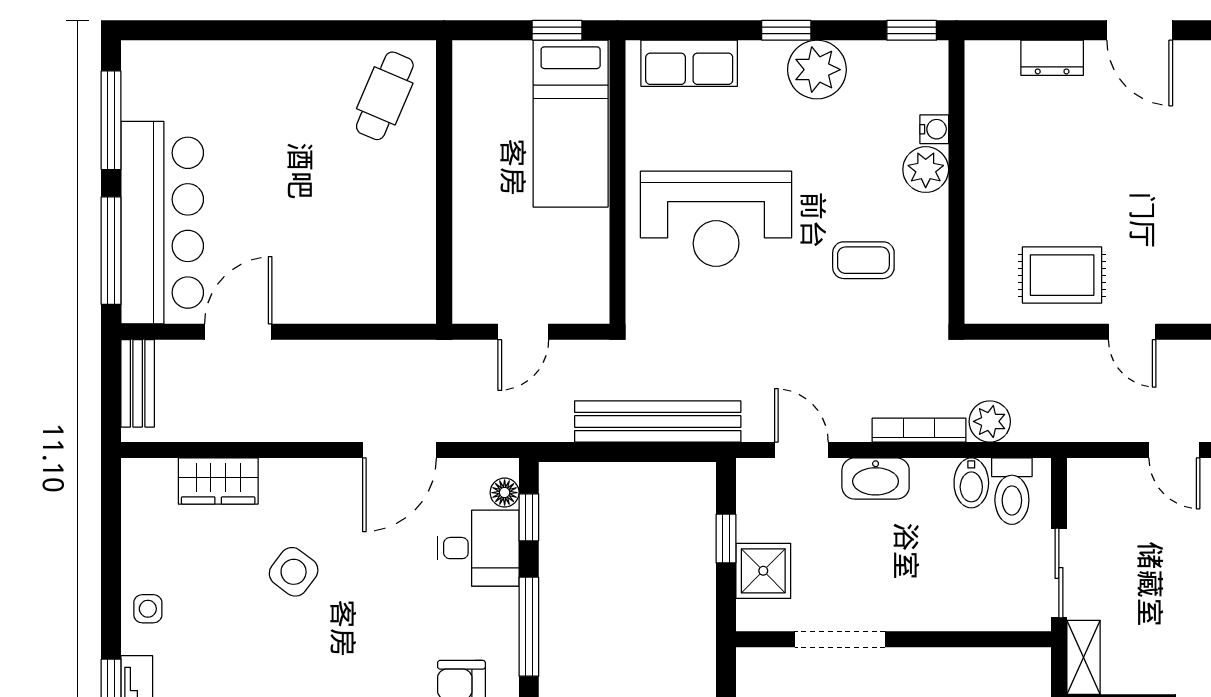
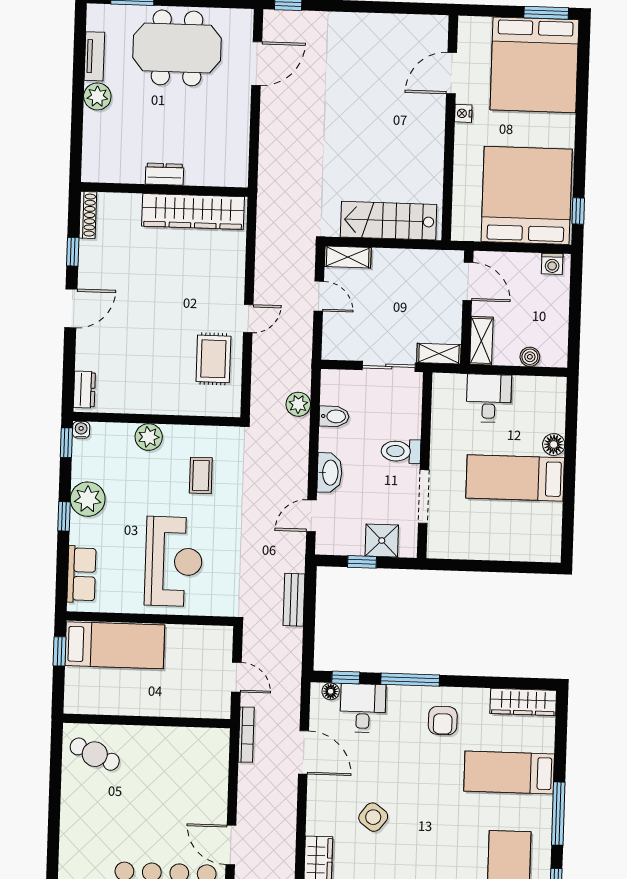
dresser: (1052, 58) -> (84, 390), moved
water cooler: (934, 129) -> (81, 430), moved
bench: (658, 422) -> (294, 600), width x0.54, depth x0.82
bookcase: (919, 430) -> (246, 735), moved, turned 180
door: (1174, 450) -> (319, 296), hinge flipped
toilet: (1012, 491) -> (401, 451), moved, turned 180

